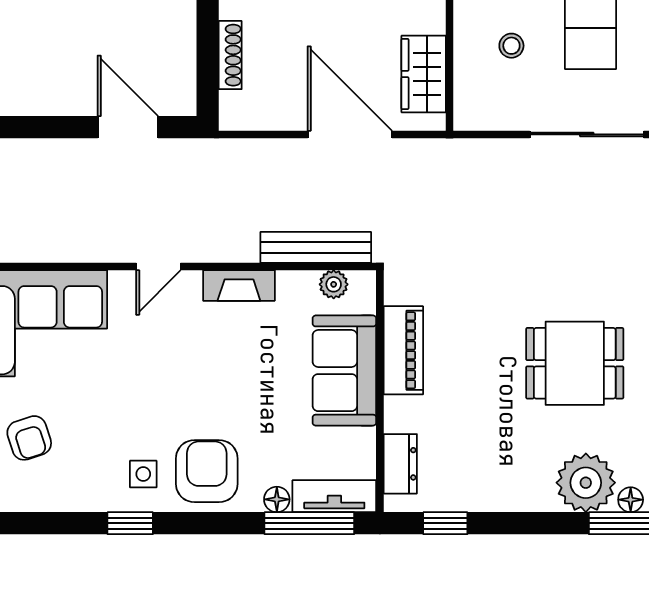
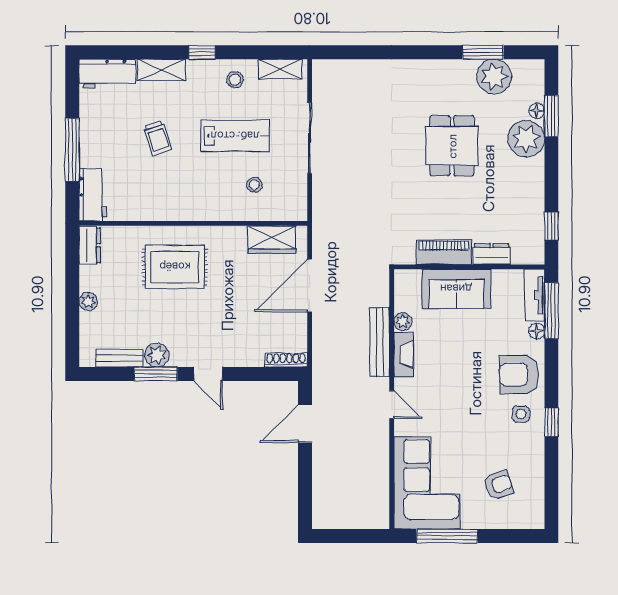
shoe rack: (230, 55) -> (286, 360), moved
bench: (316, 247) -> (380, 342), moved
plant: (334, 284) -> (403, 322), moved
dresser: (400, 464) -> (492, 254), moved

